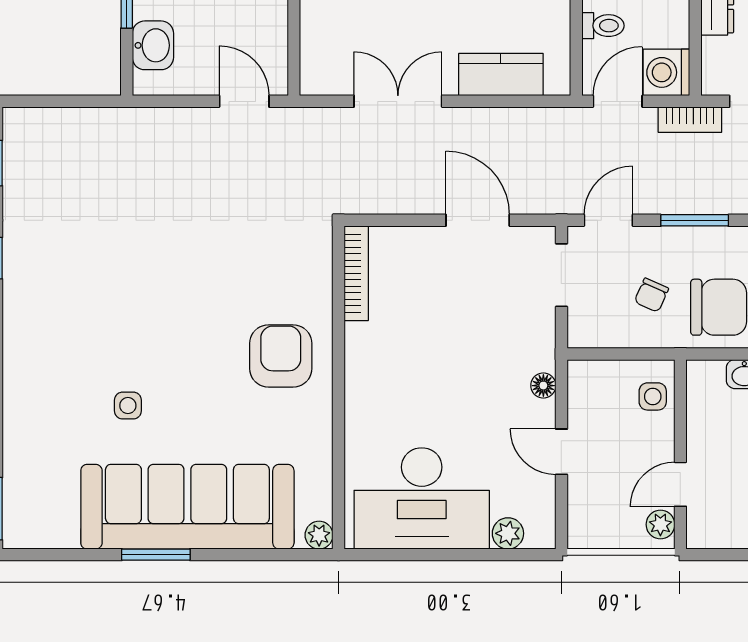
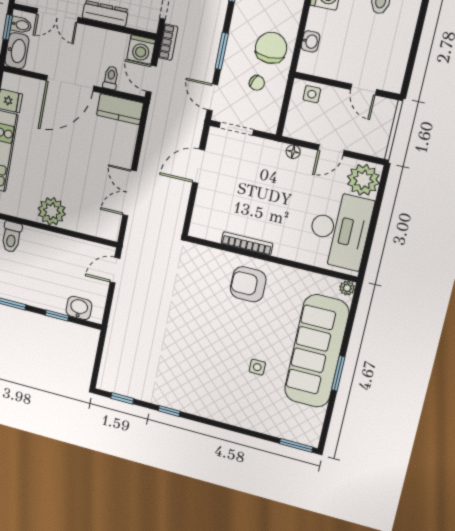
kitchen counter: (501, 75) -> (120, 109), moved, turned -90
bookcase: (356, 273) -> (247, 243), moved
plant: (660, 524) -> (383, 105), removed
plant: (508, 533) -> (363, 180), width x1.88, depth x1.88

